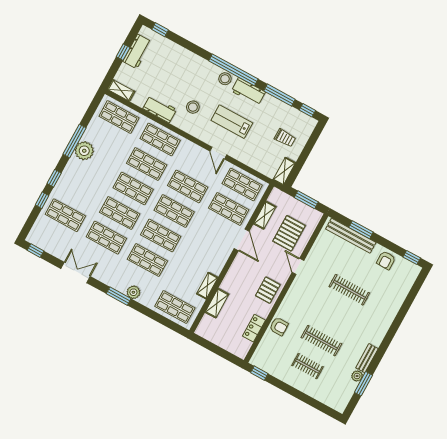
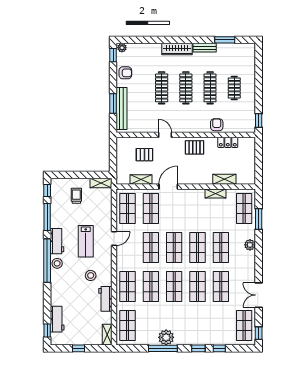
workbench: (137, 51) -> (57, 319), moved, turned 90
window: (306, 200) -> (113, 155), removed
shop shelf: (65, 215) -> (244, 326), moved
pallet: (289, 233) -> (144, 155), width x0.67, depth x0.71
door: (298, 266) -> (165, 135), swing flipped
window: (119, 296) -> (259, 219), moved
clothes rail: (335, 315) -> (186, 88), added
wardrobe: (381, 328) -> (177, 49), added
plant: (357, 376) -> (122, 48), moved

